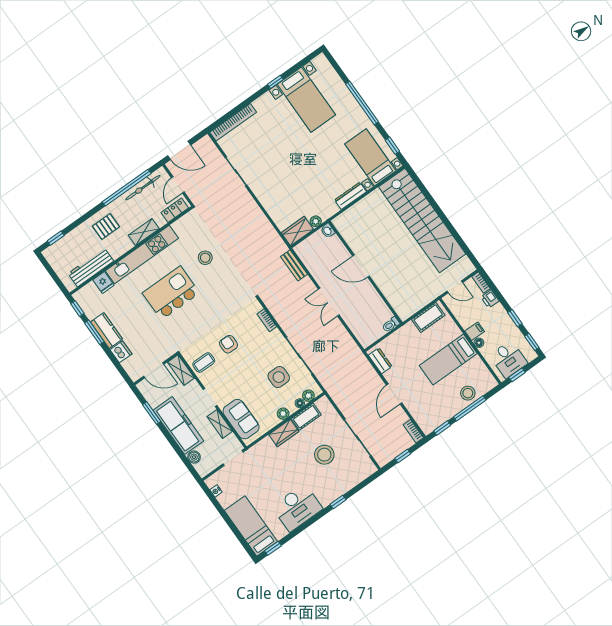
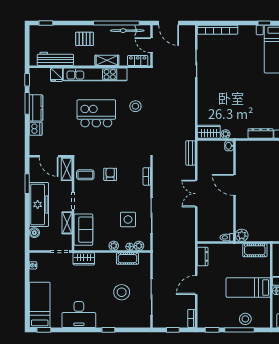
door: (178, 185) -> (151, 45), hinge flipped
plant: (404, 312) -> (242, 235), added
wardrobe: (284, 433) -> (84, 259), moved

